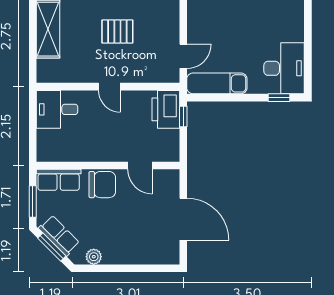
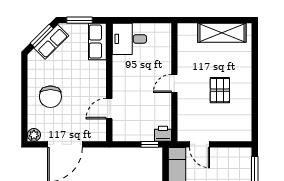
desk: (57, 109) -> (129, 39), moved, turned -90
printer: (166, 109) -> (163, 134), width x0.53, depth x0.68
chair: (102, 185) -> (50, 97), moved
plant: (94, 257) -> (34, 135), moved

